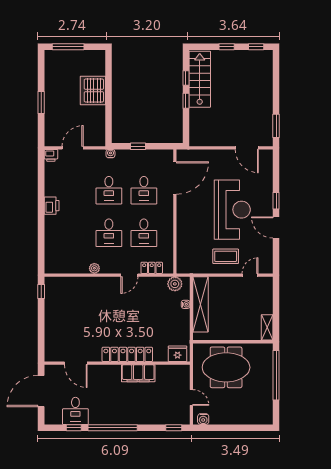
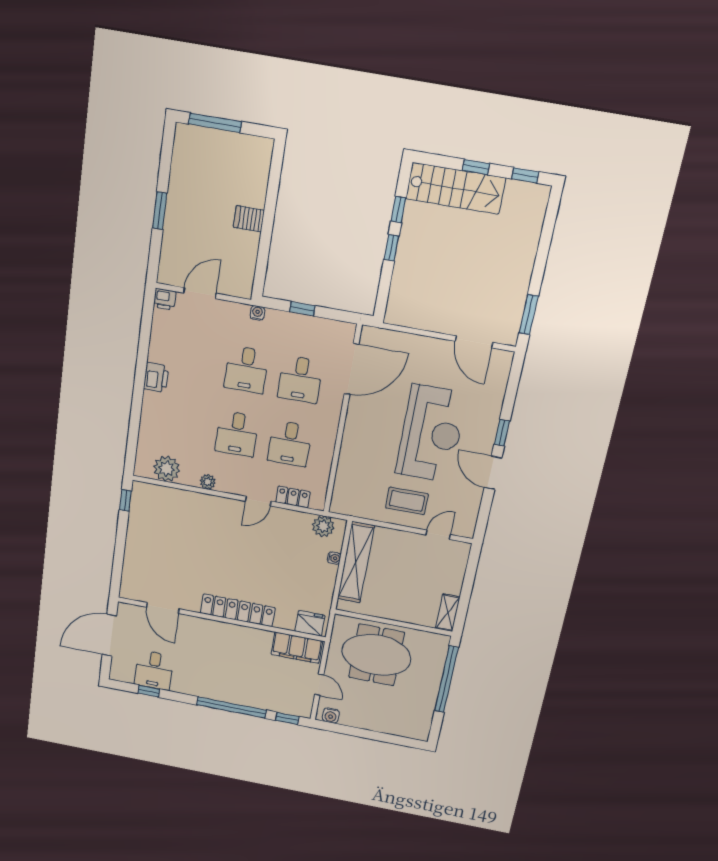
stairs: (200, 79) -> (456, 188), moved, turned 90
server rack: (93, 90) -> (249, 219), width x0.46, depth x0.70
plant: (66, 265) -> (167, 469), added
filing cabinet: (138, 373) -> (297, 648), moved
window: (113, 428) -> (232, 707), moved

